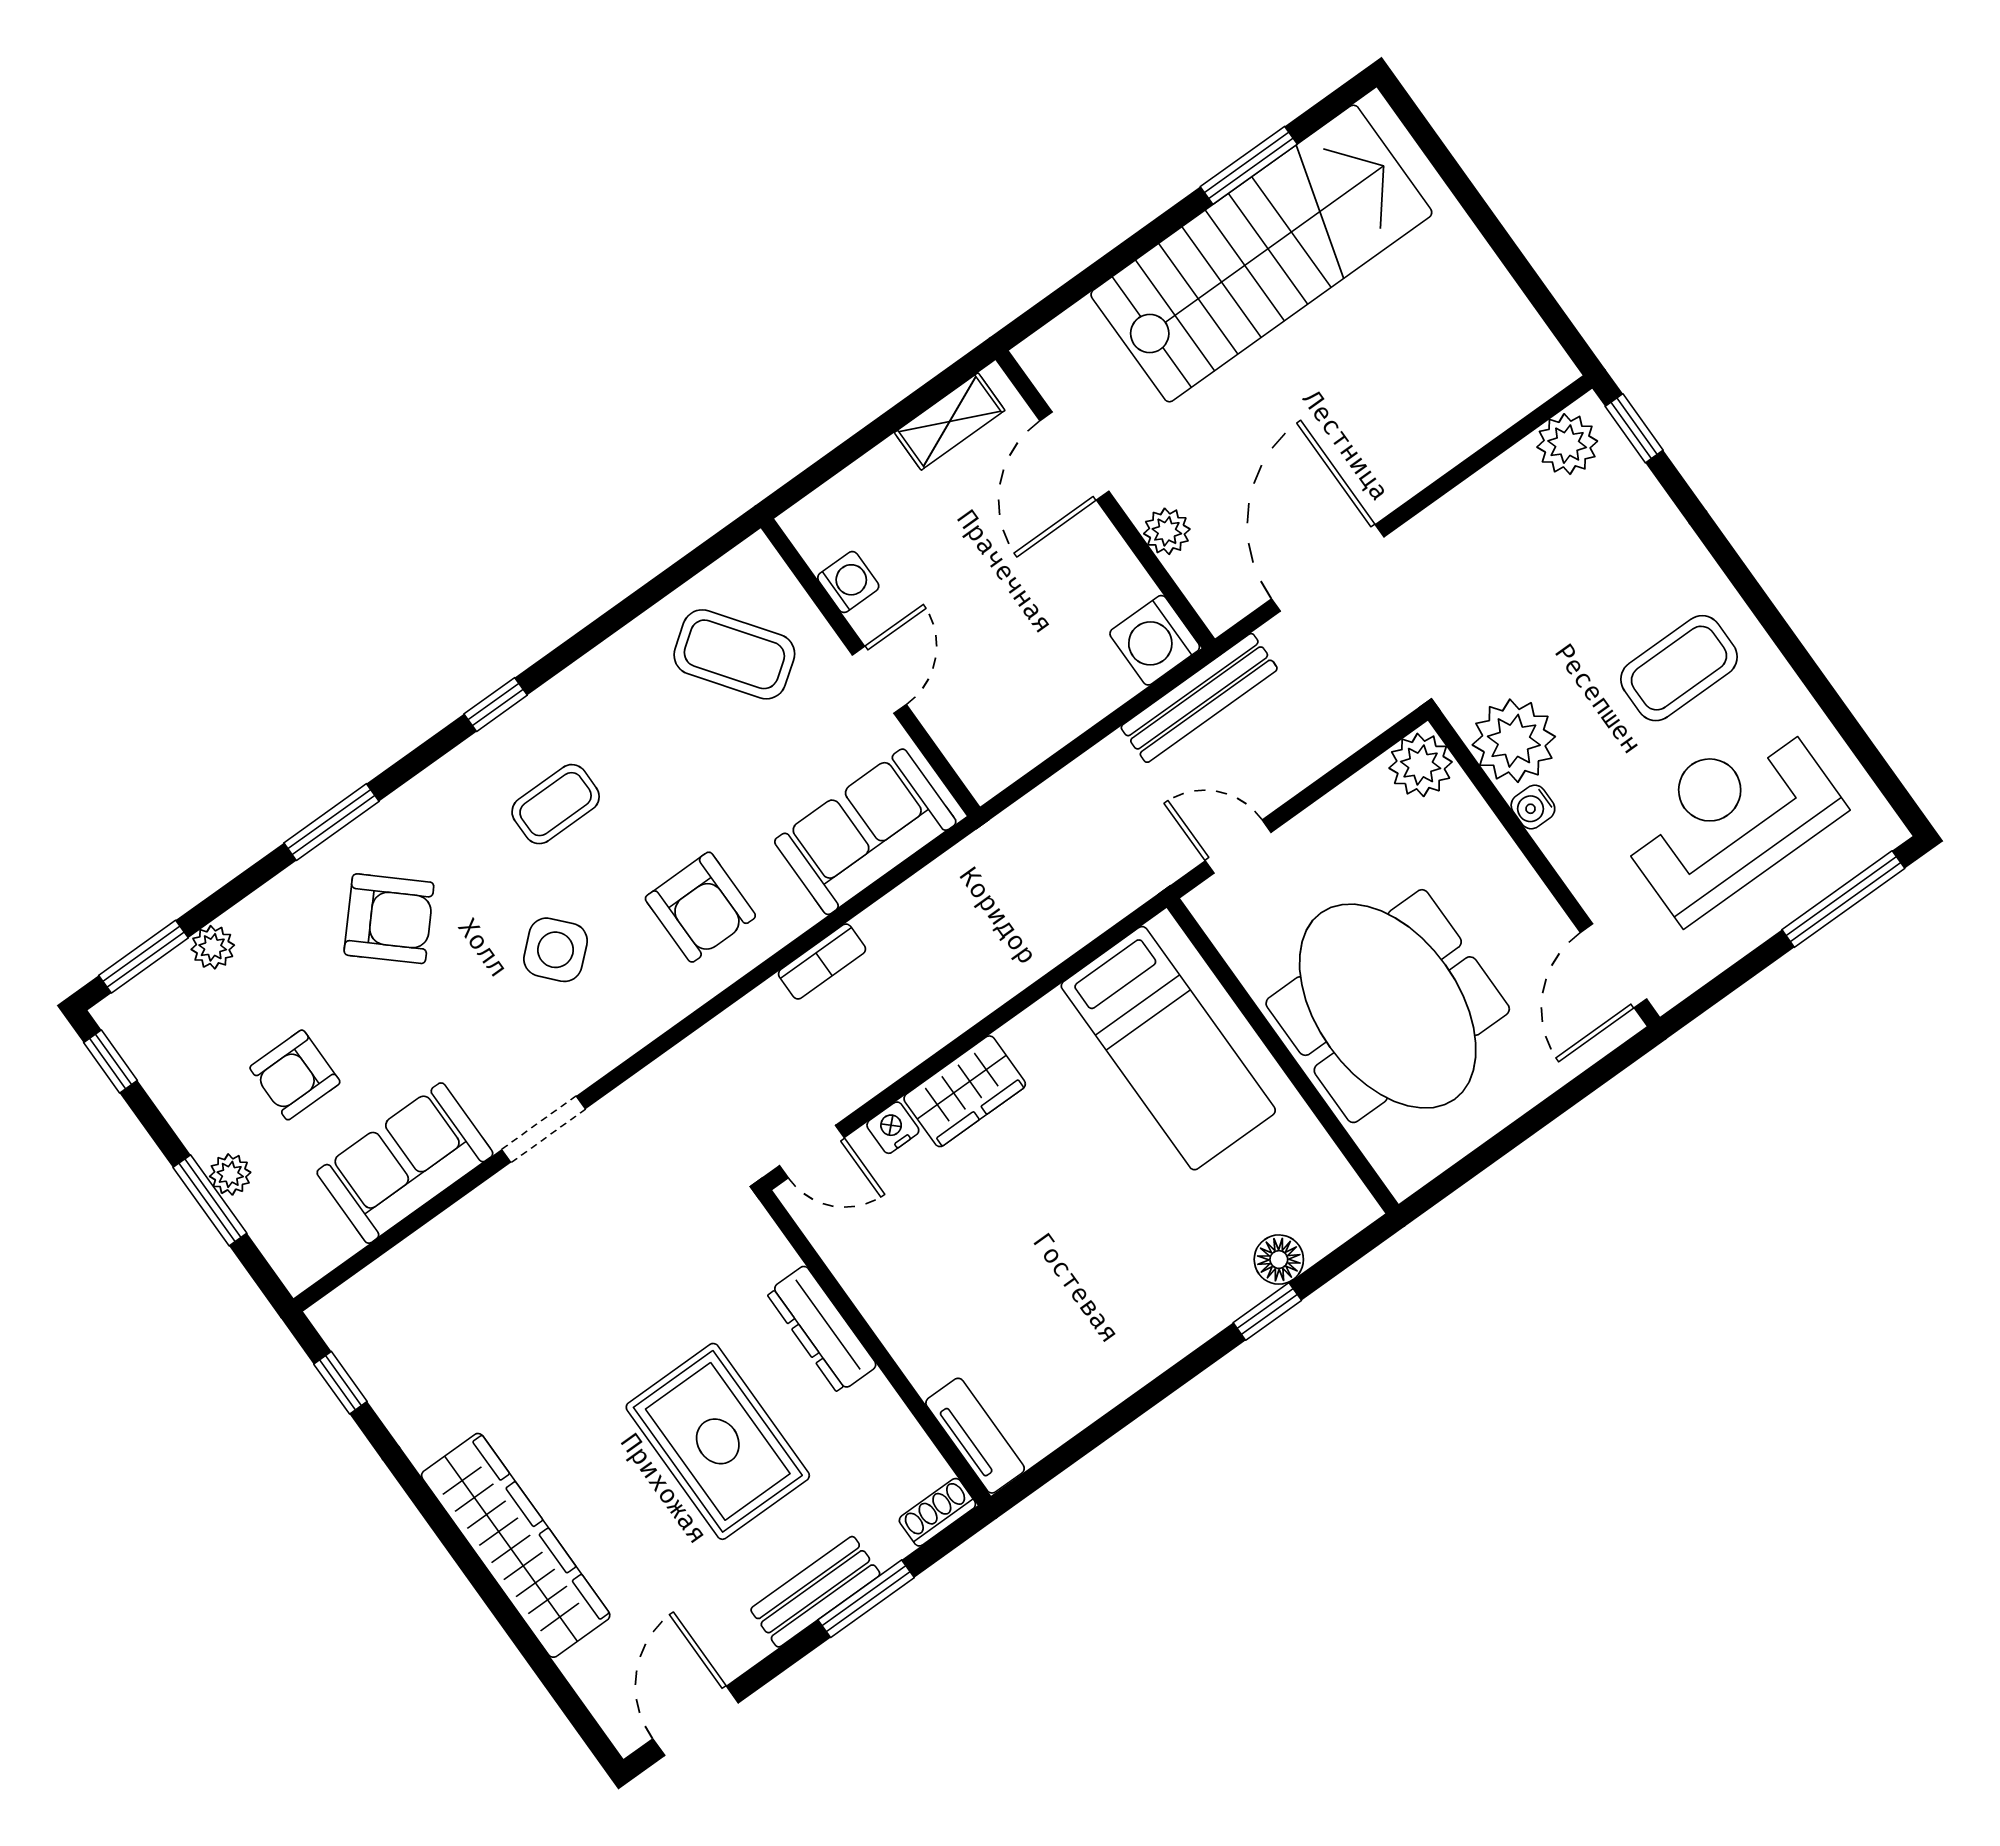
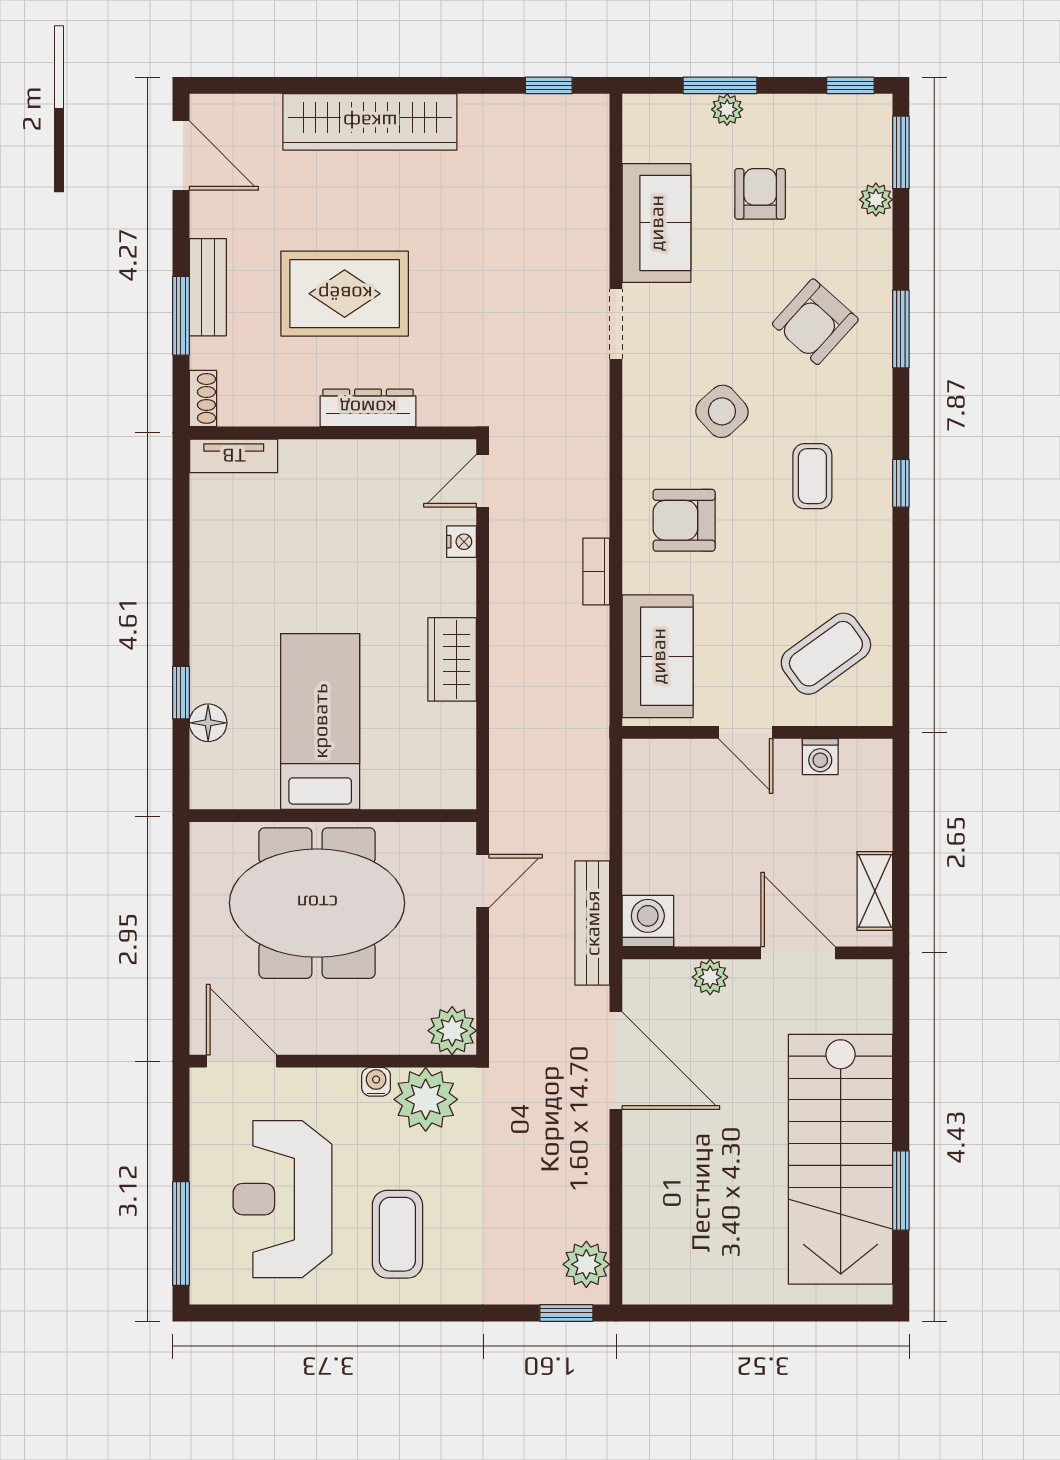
reception desk: (1729, 817) -> (282, 1199), turned 180
bed: (1168, 1048) -> (320, 721), moved, turned 90
wardrobe: (965, 1091) -> (452, 659), moved

